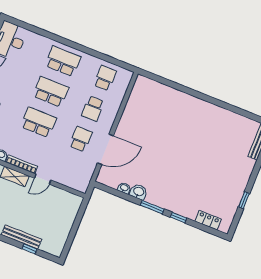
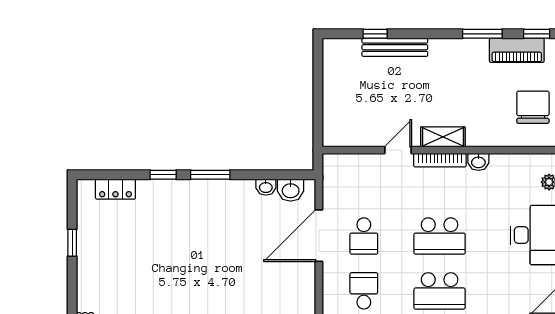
washbasin: (139, 192) -> (291, 190), moved

